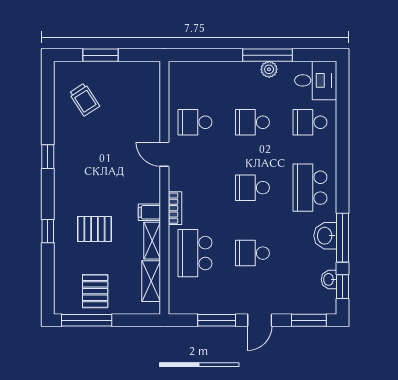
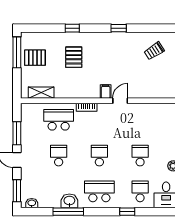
school desk: (195, 122) -> (140, 120), removed
filing cabinet: (149, 212) -> (106, 91), moved
shelving: (152, 241) -> (66, 93), removed
washbasin: (329, 279) -> (32, 203), moved
window: (342, 287) -> (127, 212), moved

